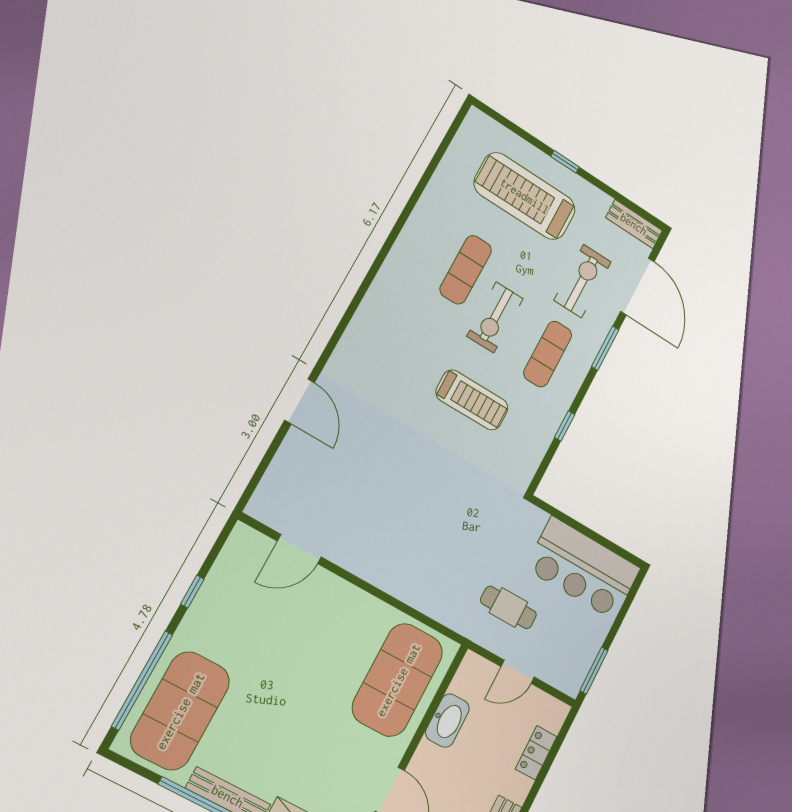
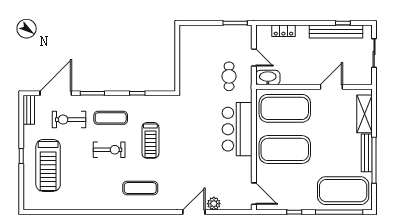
exercise mat: (466, 270) -> (140, 188), moved
treadmill: (472, 400) -> (150, 140), turned 180
plant: (295, 448) -> (214, 204), added
door: (299, 549) -> (254, 194), moved
bar counter: (583, 568) -> (237, 129), moved, turned 180
exercise mat: (322, 638) -> (285, 149), added
washbasin: (447, 721) -> (268, 78), moved

